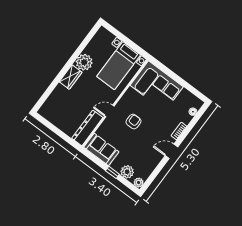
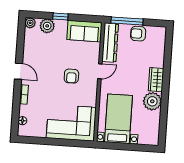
armchair: (62, 121) -> (138, 34), added
window: (64, 136) -> (127, 21), added
door: (172, 151) -> (18, 71), hinge flipped

